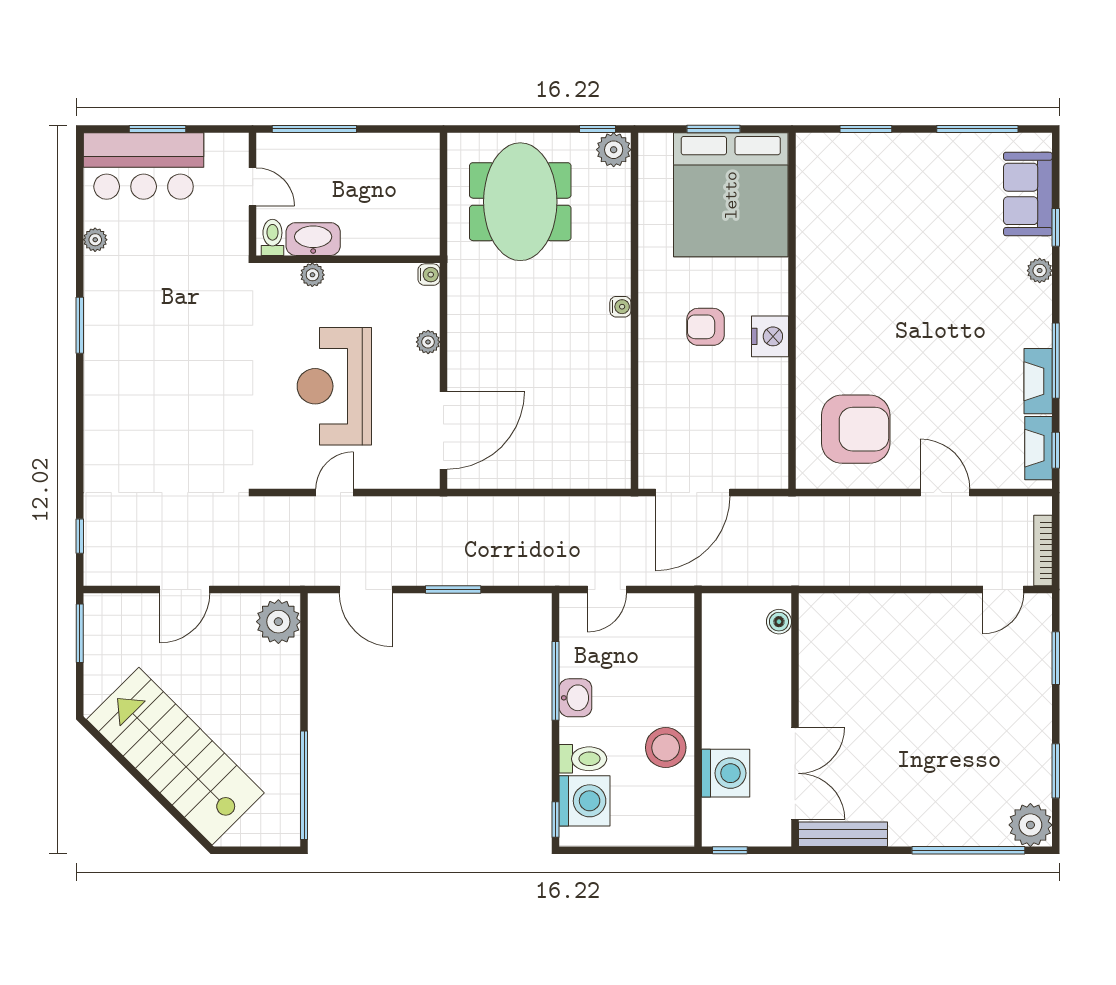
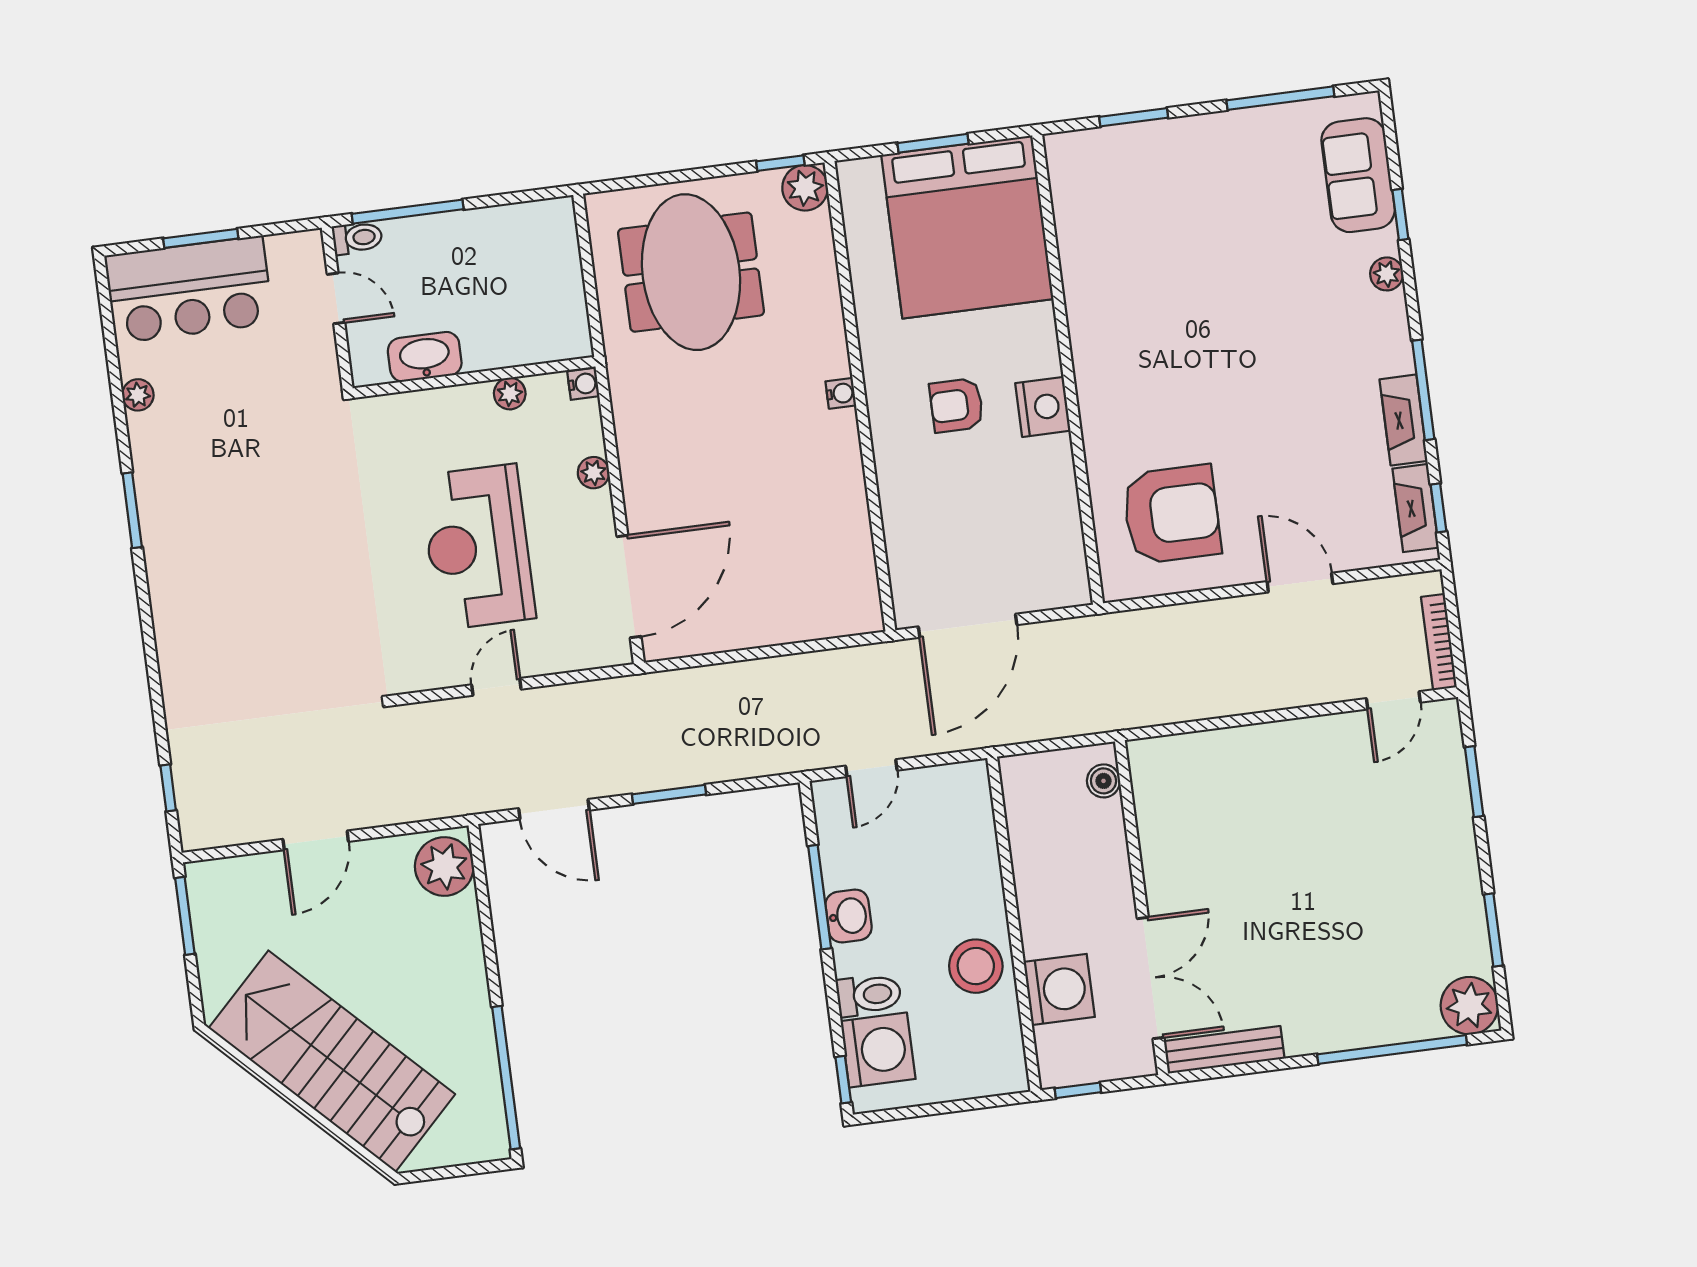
toilet: (272, 237) -> (357, 238), moved, turned 90
plant: (312, 275) -> (510, 394), moved

